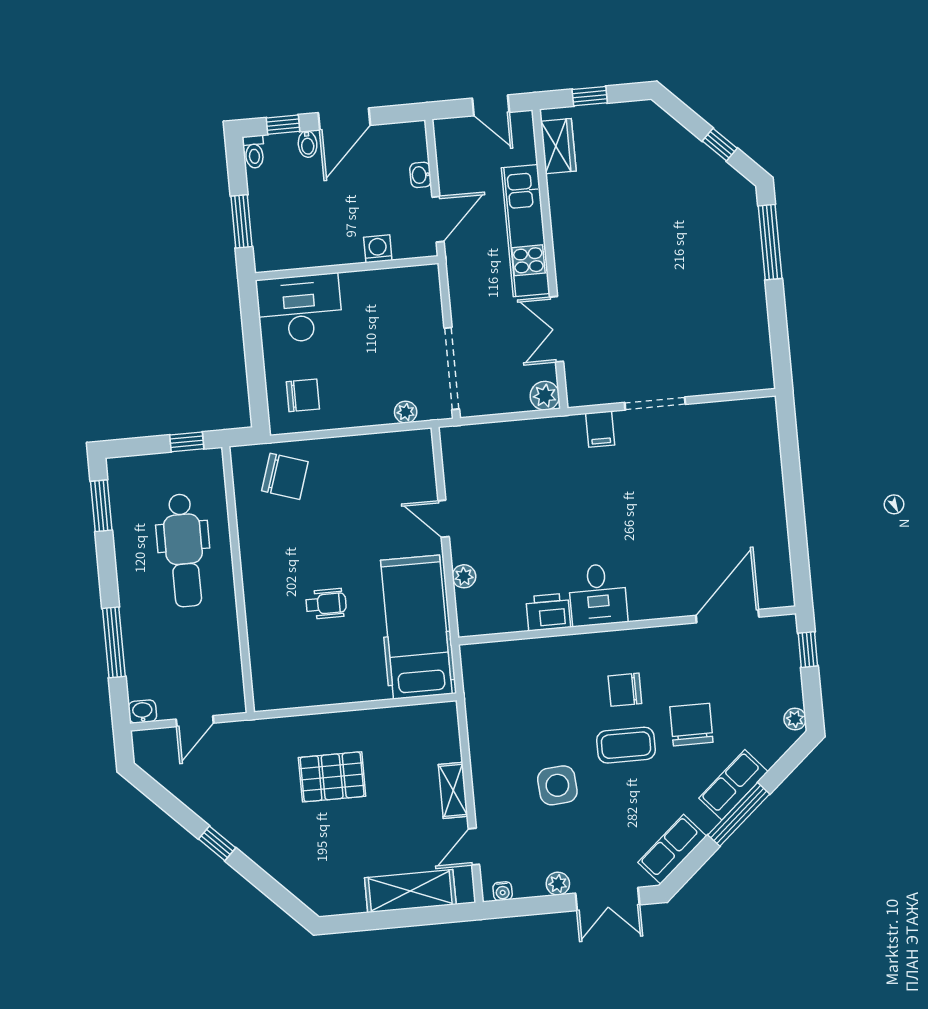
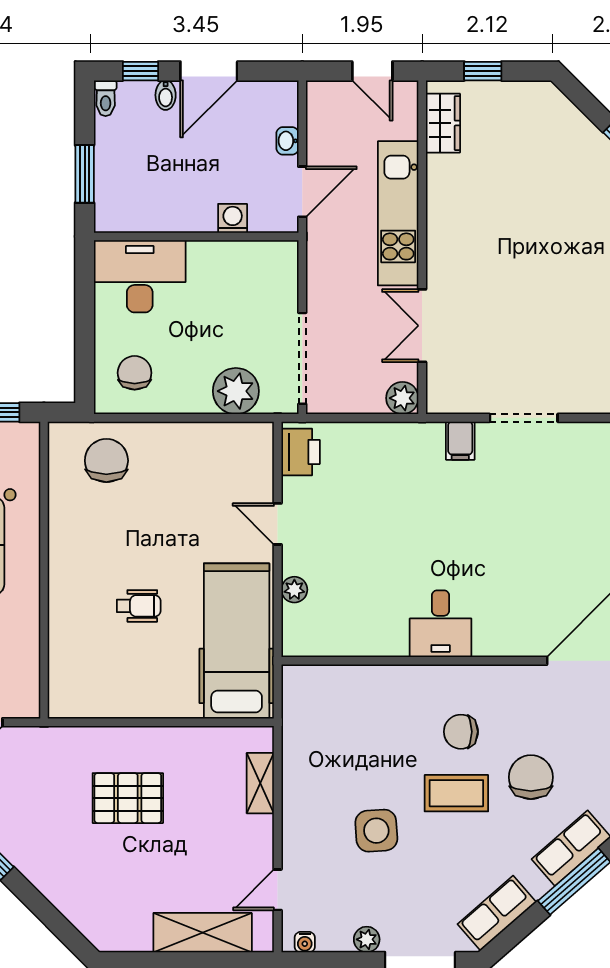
chair: (303, 395) -> (135, 373), turned -90
plant: (406, 412) -> (236, 391), width x1.87, depth x1.87
chair: (285, 476) -> (106, 461), turned -108
printer: (548, 612) -> (301, 452), moved, turned 90
shelving: (453, 790) -> (260, 783), moved

